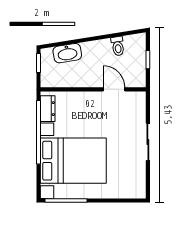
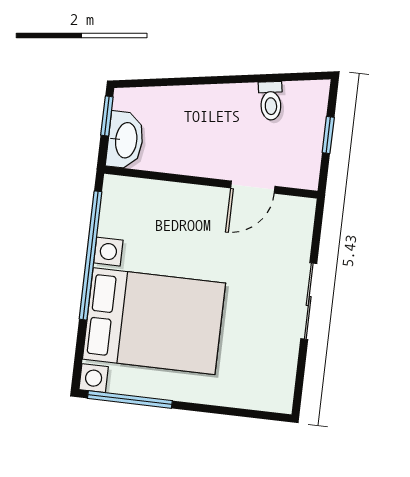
washbasin: (67, 53) -> (125, 140), moved, turned -81
door: (114, 89) -> (253, 187), swing flipped
dresser: (48, 109) -> (115, 210), removed

